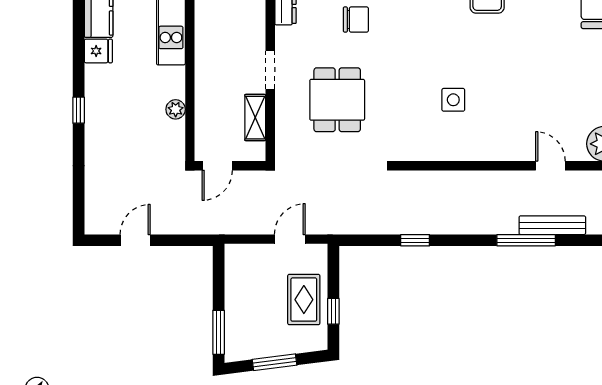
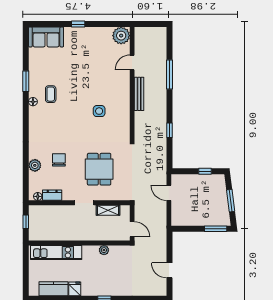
dining table: (337, 100) -> (99, 169), turned 90
bench: (552, 225) -> (139, 94), moved
rug: (304, 300) -> (199, 186), removed

